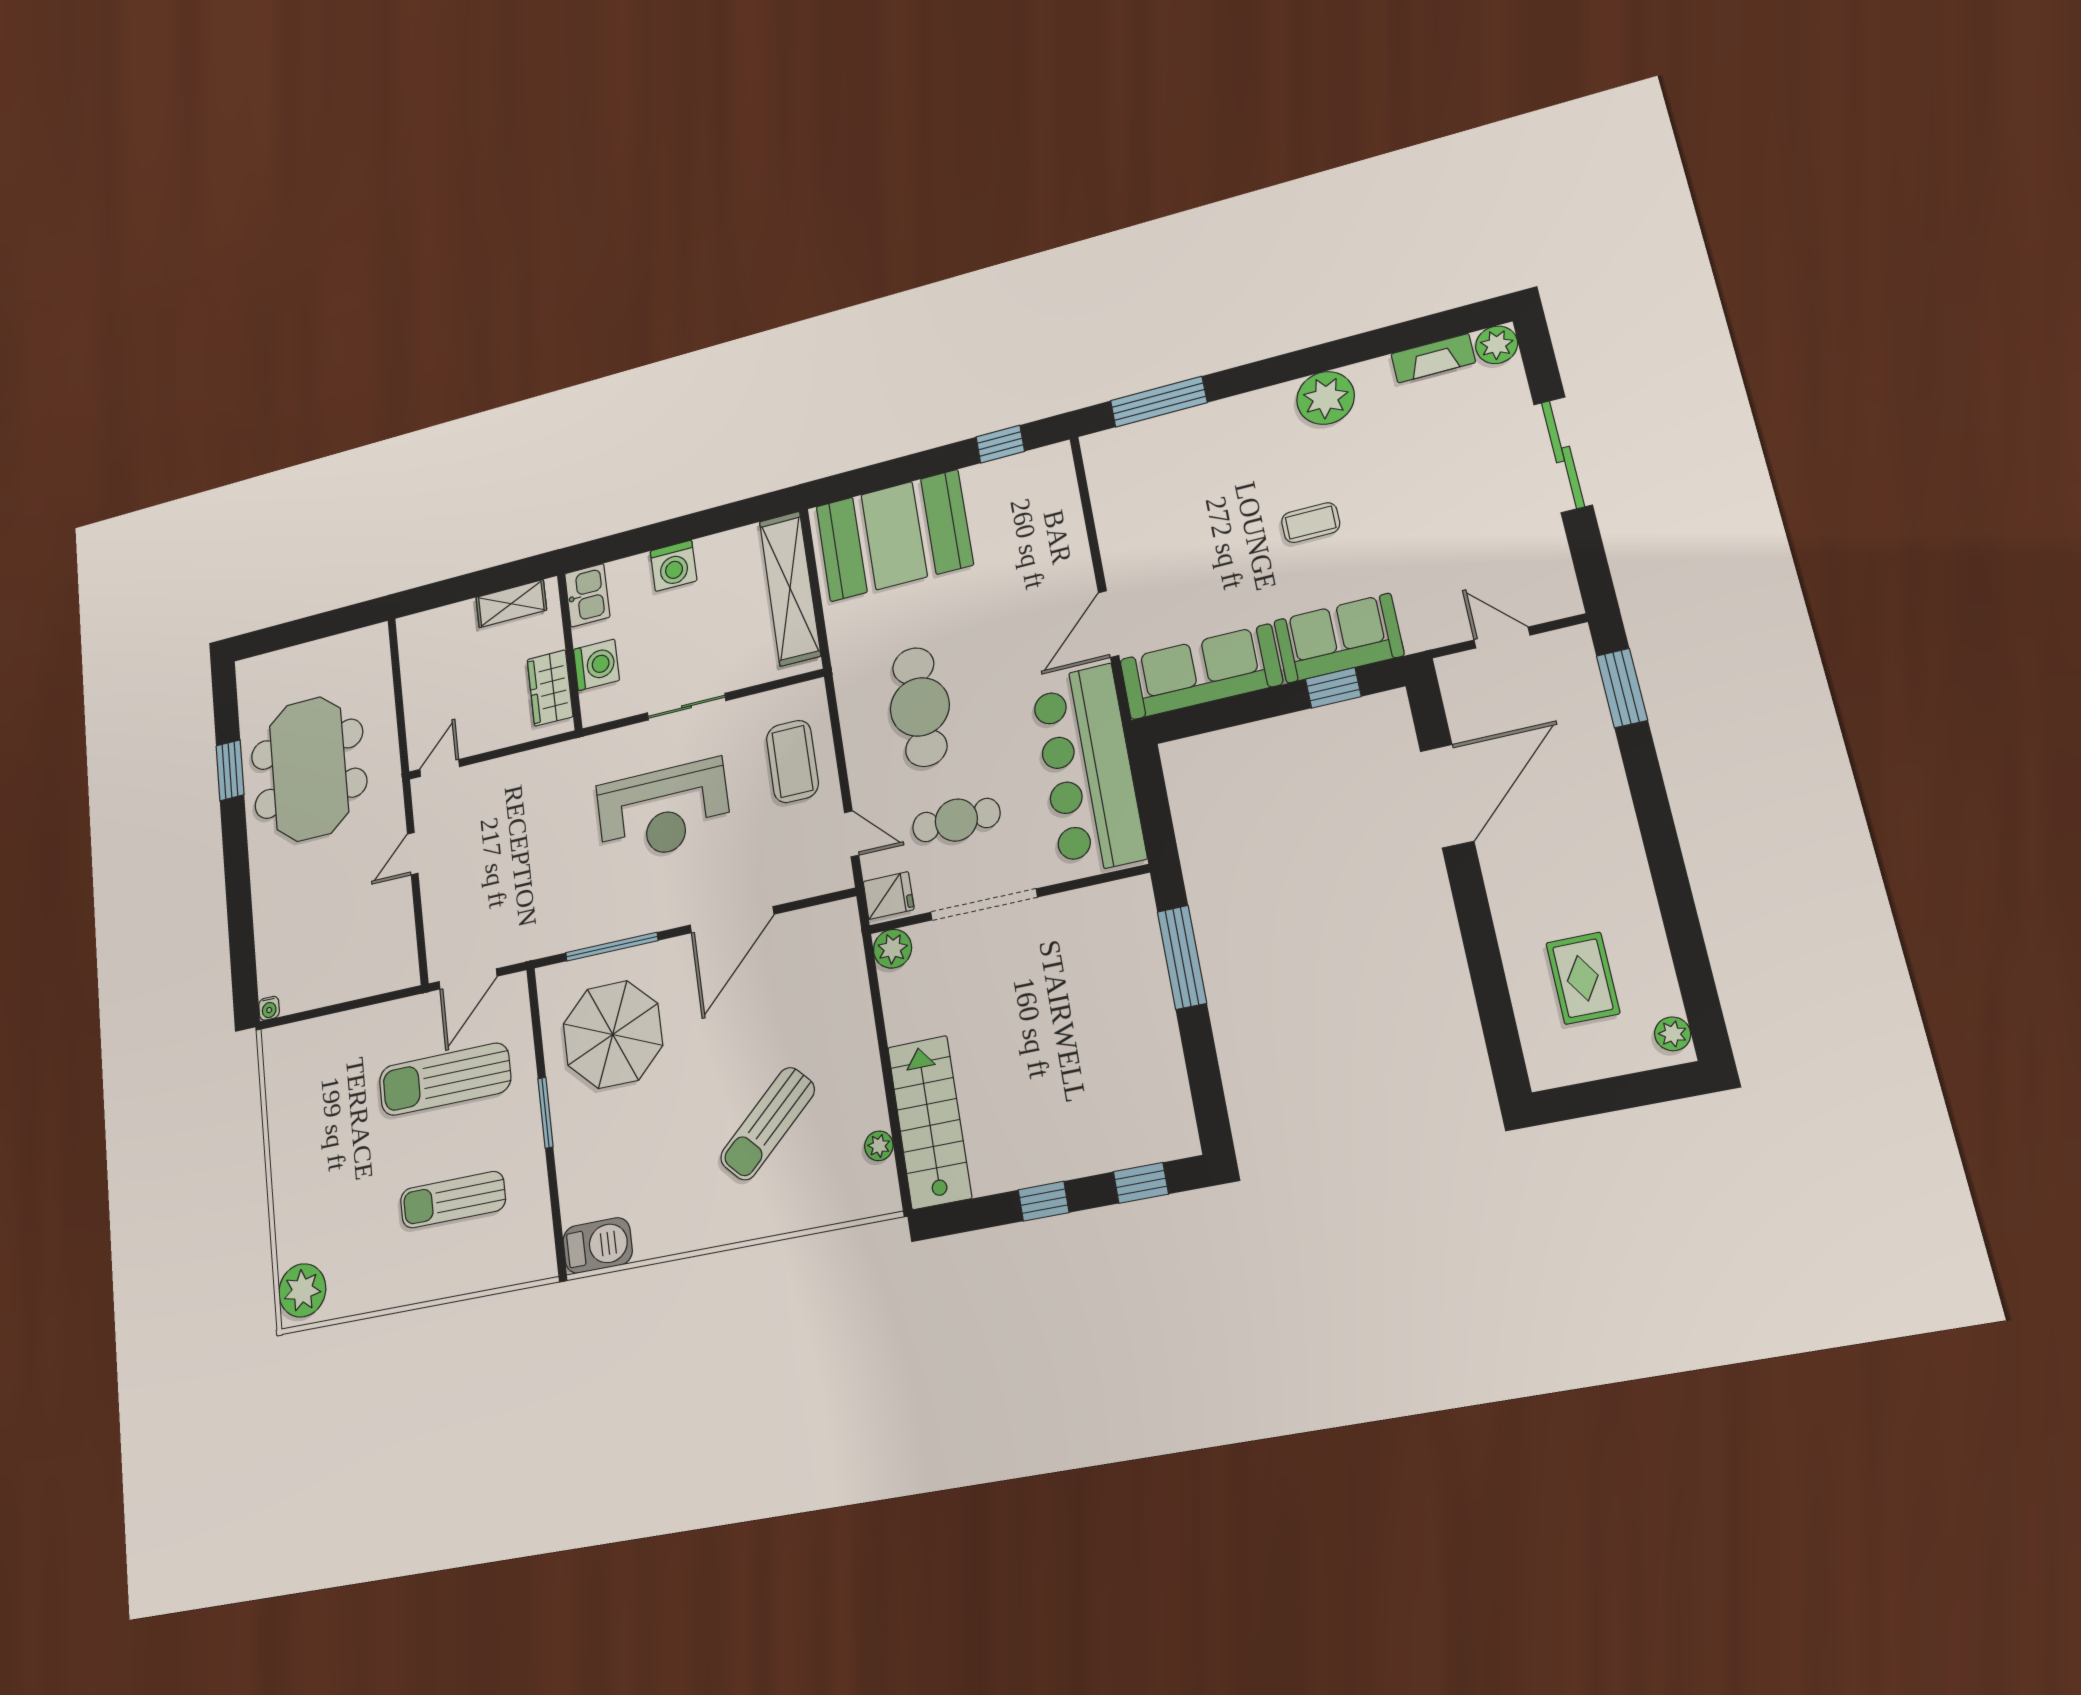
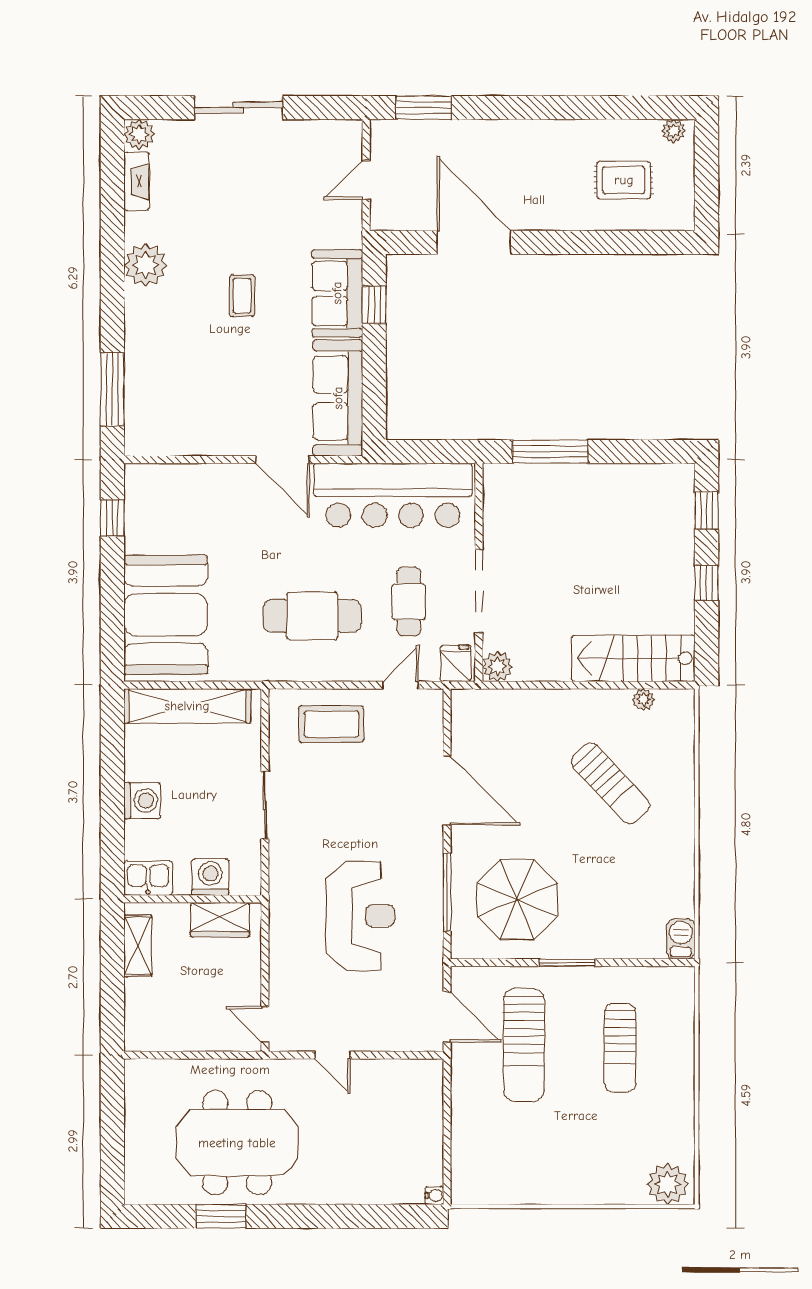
reception desk: (663, 811) -> (360, 916), moved
barbecue: (598, 1245) -> (681, 939), width x0.73, depth x0.79

